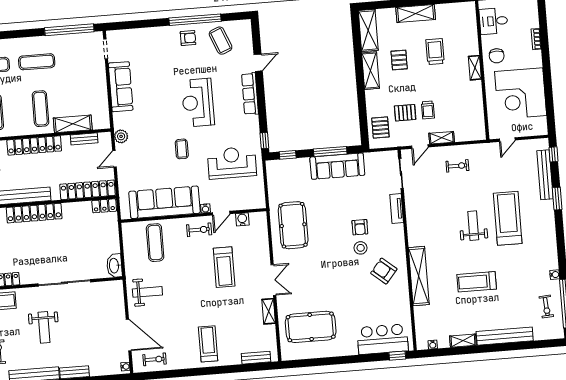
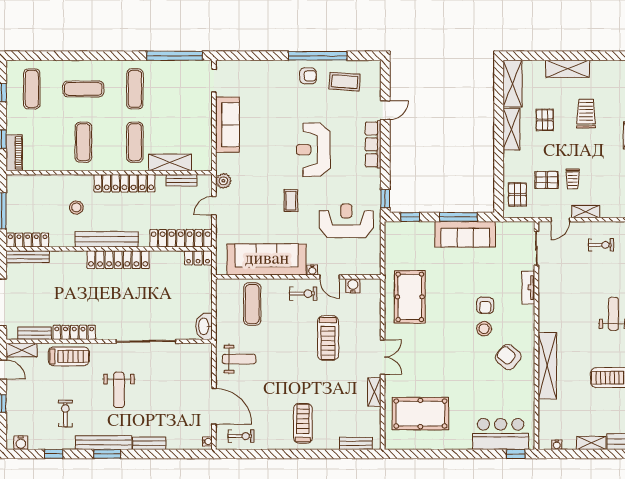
coffee table: (221, 41) -> (345, 82), turned -64
exercise mat: (37, 62) -> (135, 89), turned 90
door: (221, 213) -> (330, 277), hinge flipped

